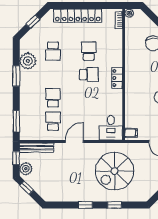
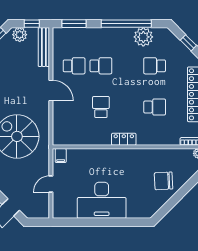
school desk: (89, 74) -> (101, 107), moved, turned 180
window: (16, 76) -> (126, 24), width x2.11
desk: (111, 128) -> (67, 132), removed

